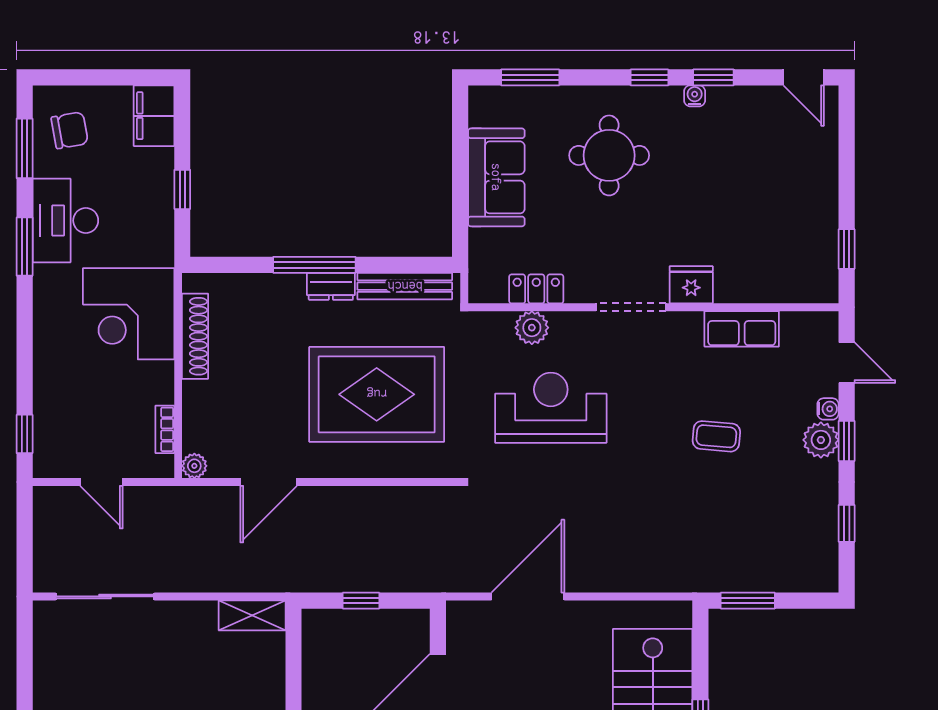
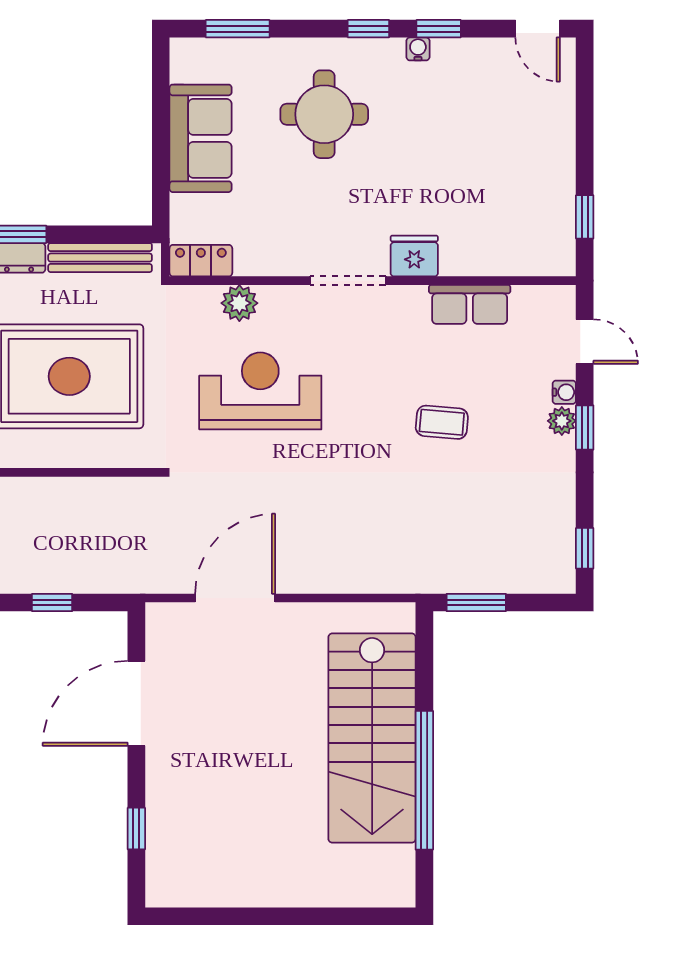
locker: (536, 289) -> (201, 261), moved
plant: (821, 440) -> (562, 421), width x0.73, depth x0.73
window: (847, 523) -> (585, 548), moved

